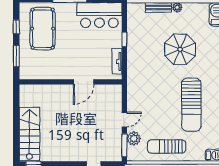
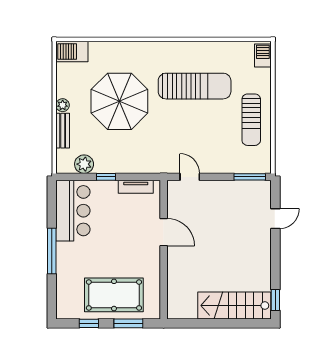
pool table: (43, 29) -> (114, 295), moved
parasol: (180, 49) -> (119, 101), width x1.36, depth x1.36
door: (124, 120) -> (190, 177), moved
plant: (134, 138) -> (84, 164), moved

